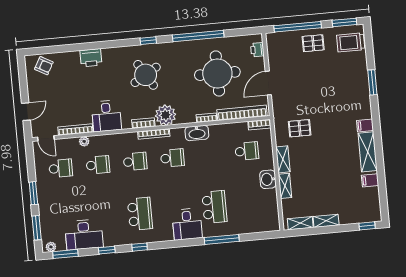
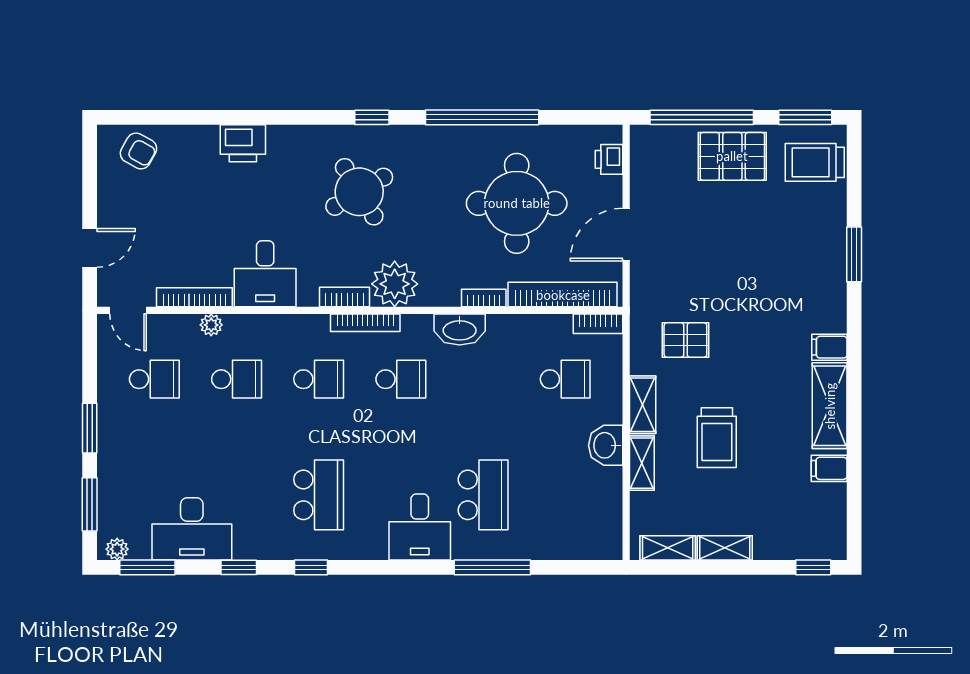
pallet: (313, 43) -> (732, 156), width x1.50, depth x1.42
trolley: (318, 171) -> (717, 438), added

